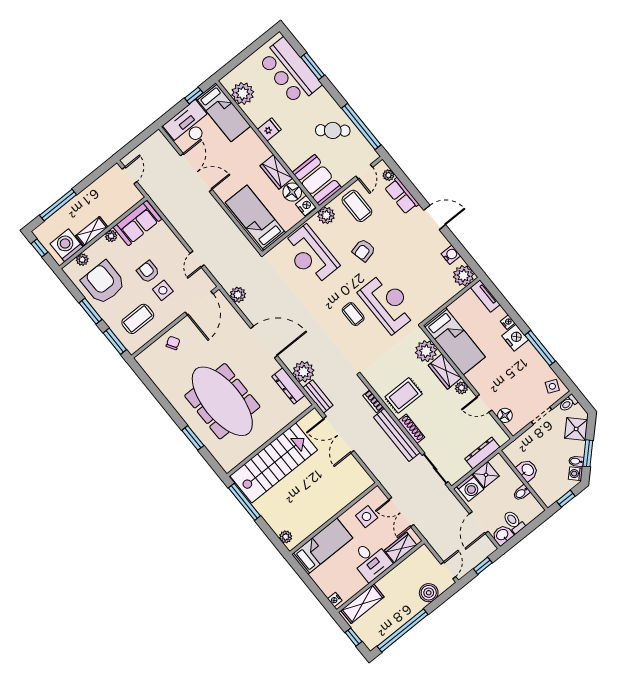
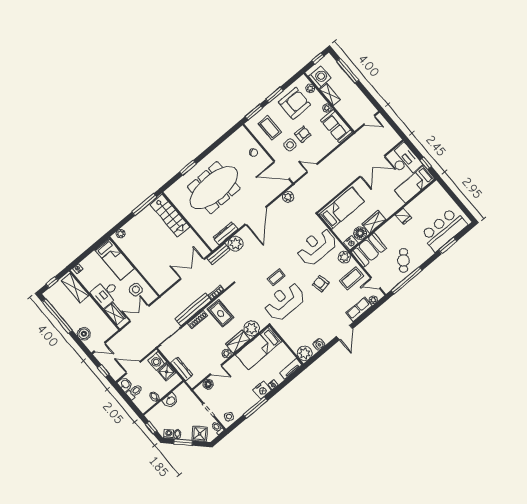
plant: (243, 93) -> (428, 197), removed
reception desk: (388, 303) -> (284, 301), turned 180
door: (484, 403) -> (216, 370), swing flipped
stairs: (274, 463) -> (170, 216), width x0.73, depth x0.66

